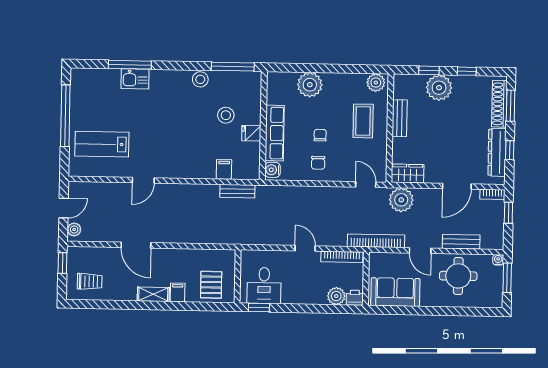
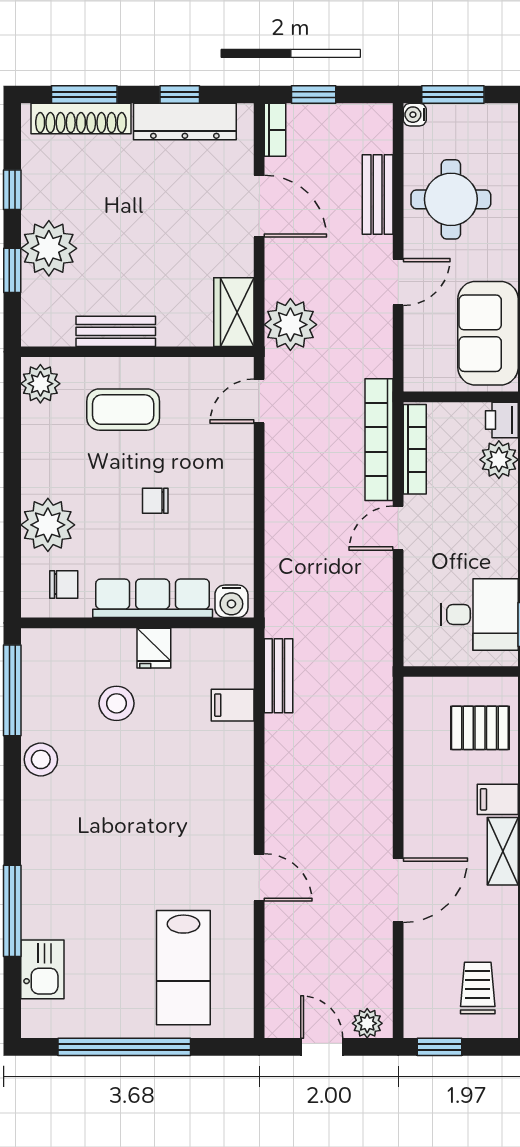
kitchen sink: (135, 79) -> (42, 969), moved
chair: (318, 163) -> (64, 584), moved
bookcase: (376, 241) -> (379, 440), moved

